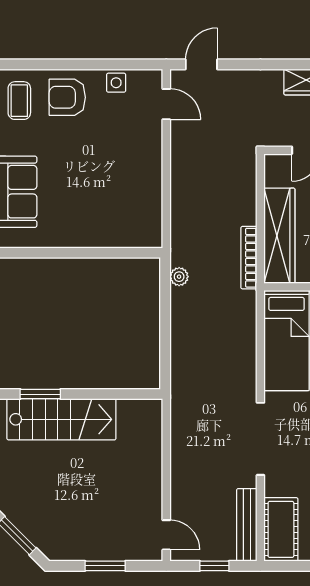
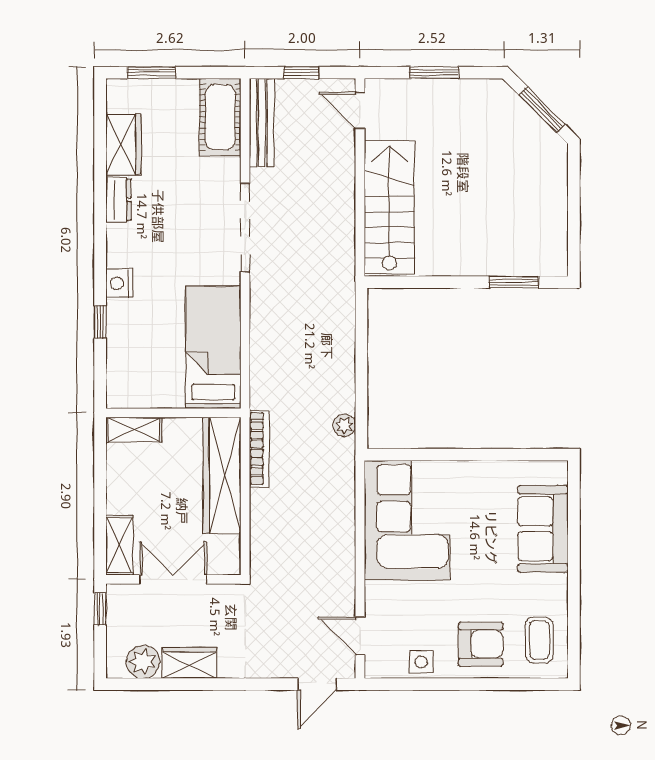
corner sofa: (128, 199) -> (407, 520), added
stairs: (61, 419) -> (389, 207), moved, turned 90

